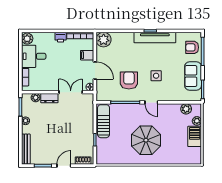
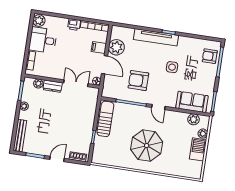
tv unit: (155, 37) -> (156, 37), moved
plant: (104, 40) -> (116, 47), moved
side table: (156, 76) -> (172, 67), moved
sofa: (193, 76) -> (192, 102), moved, turned 90
armchair: (129, 80) -> (138, 80), turned -90

